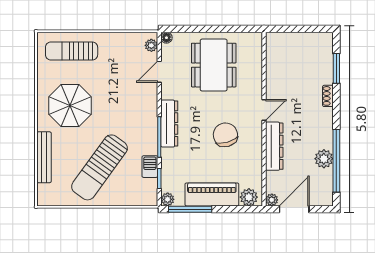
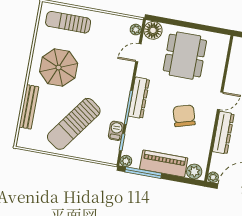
floor lamp: (166, 38) -> (153, 30), width x1.89, depth x1.89

